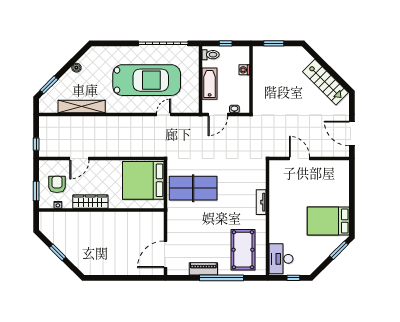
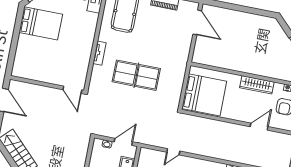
door: (299, 158) -> (72, 90), moved
table tennis table: (193, 188) -> (136, 75), moved
door: (165, 254) -> (197, 22), hinge flipped

